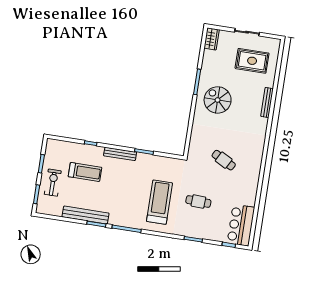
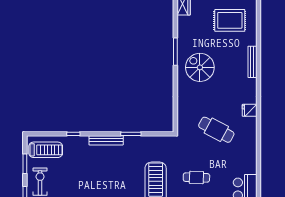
fridge: (257, 147) -> (250, 110), added
cafe table: (224, 160) -> (216, 130), width x1.37, depth x1.35
treadmill: (85, 172) -> (46, 150), moved

